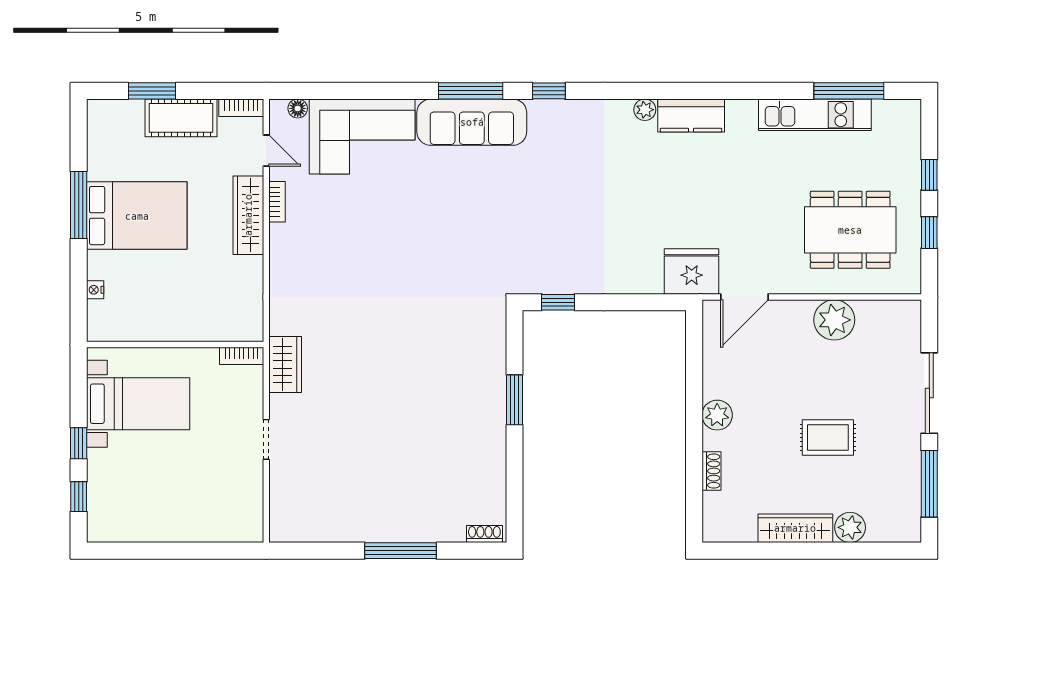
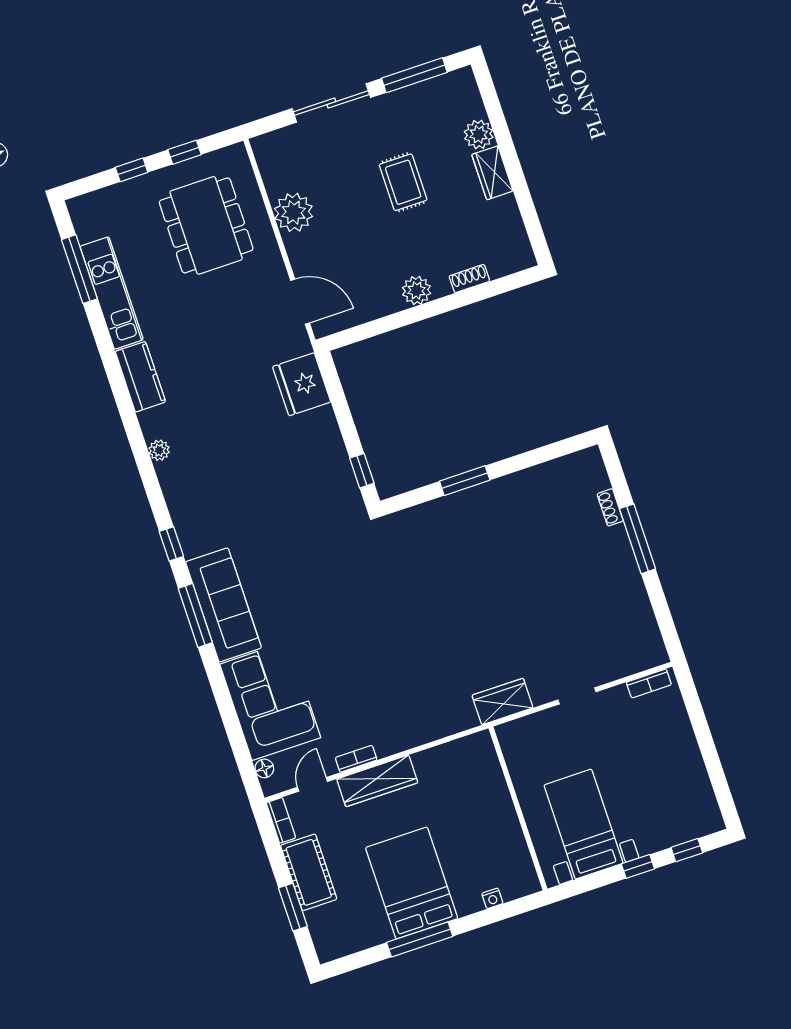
kitchen counter: (691, 115) -> (140, 377), moved
fridge: (692, 271) -> (302, 384), moved
bookcase: (242, 356) -> (649, 683), moved, turned 90
wardrobe: (795, 528) -> (492, 173), width x0.67
shoe rack: (484, 534) -> (610, 507), moved

